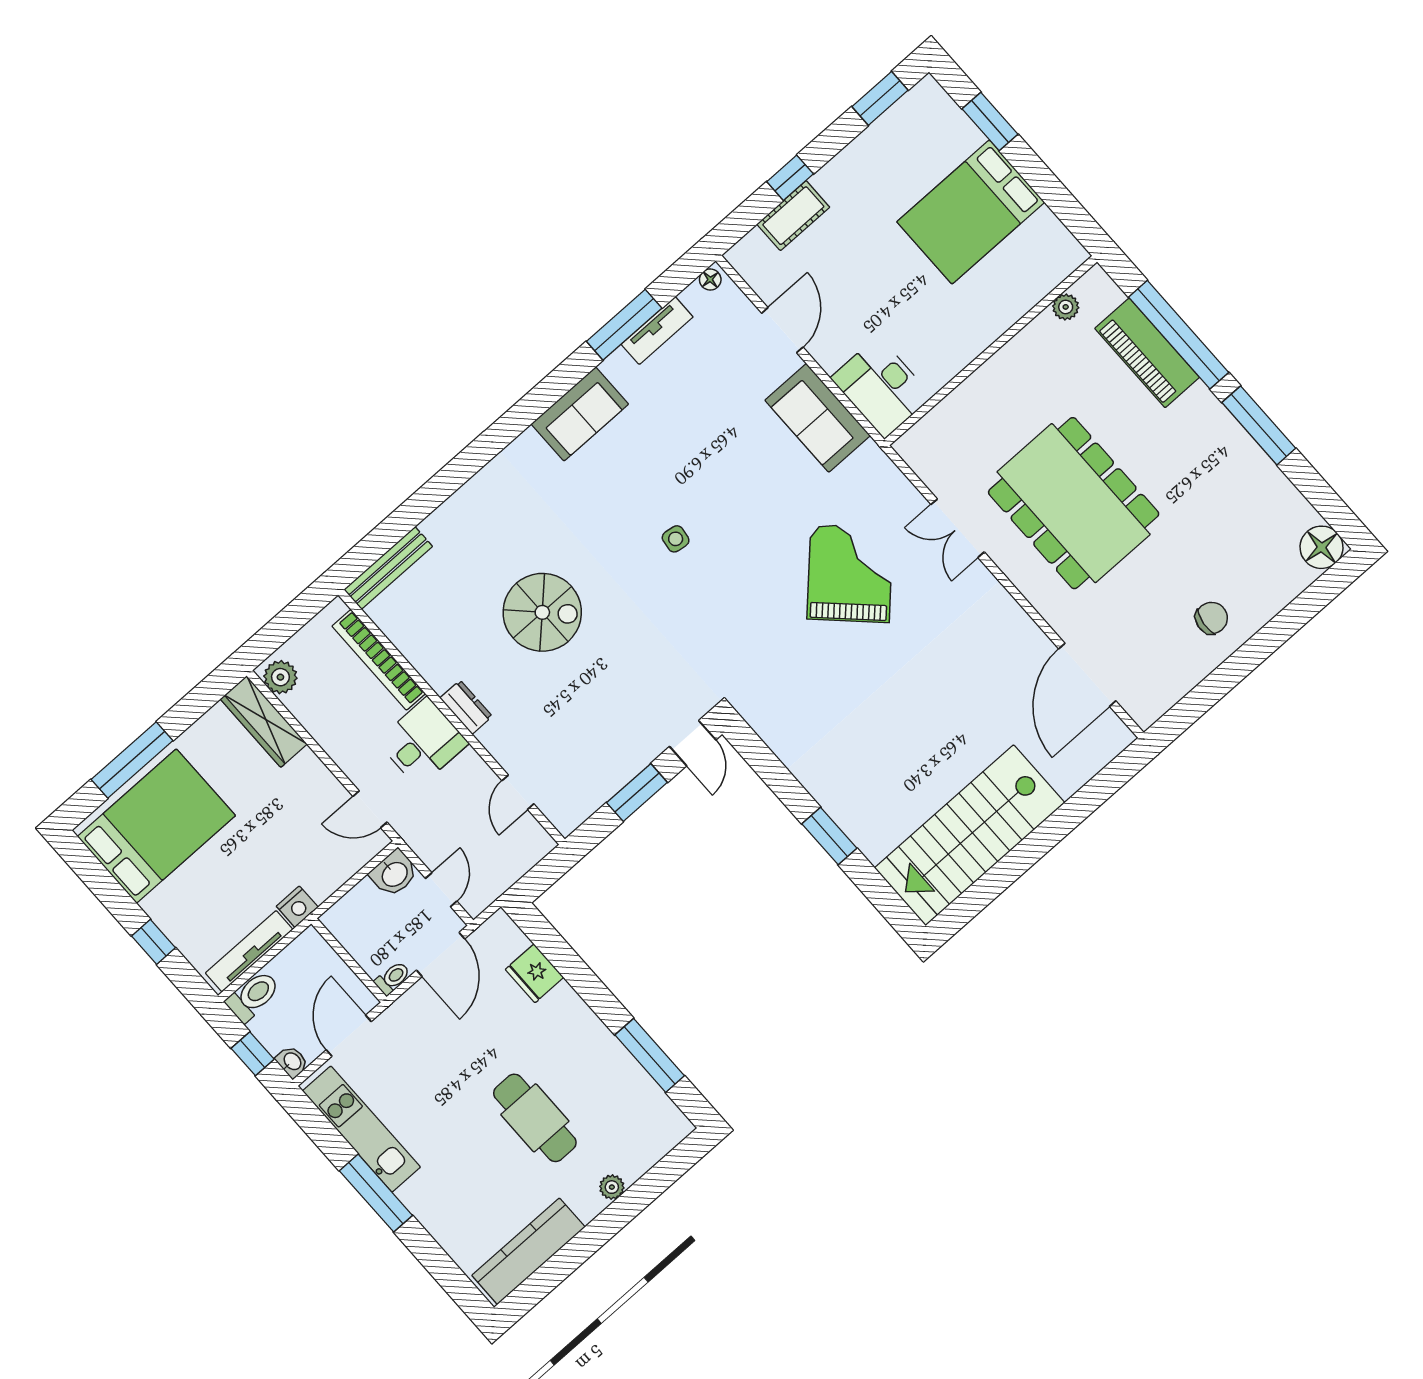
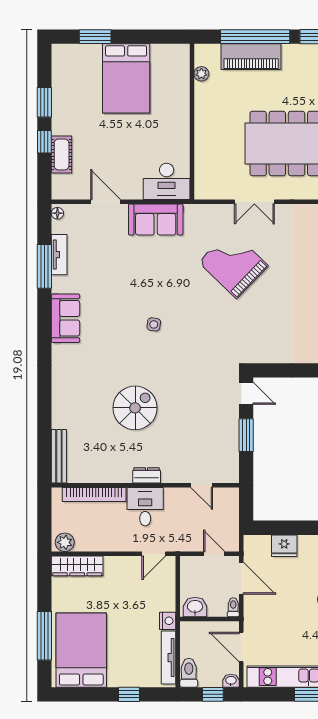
window: (880, 98) -> (44, 102), moved
washbasin: (394, 874) -> (195, 607), moved, turned -90

